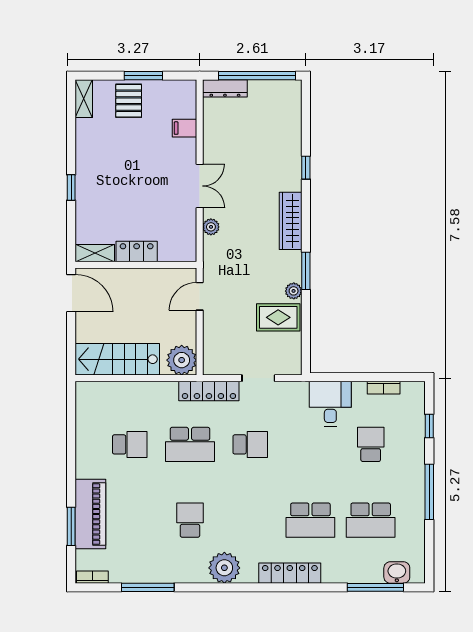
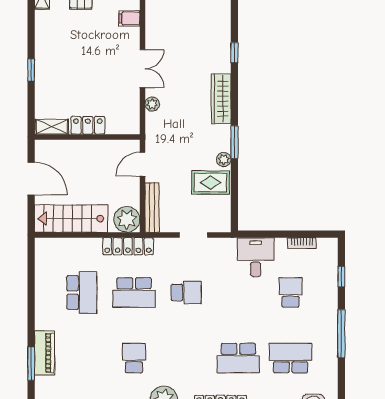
door: (71, 293) -> (31, 179), moved
bench: (211, 346) -> (152, 207), added
locker: (209, 391) -> (128, 246), moved
school desk: (130, 444) -> (82, 293), width x1.85
piano: (90, 514) -> (45, 353), width x0.73, depth x0.75
school desk: (371, 520) -> (291, 358), turned 180

